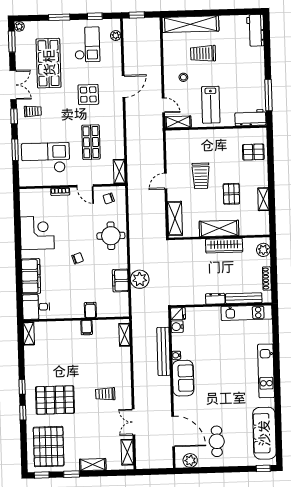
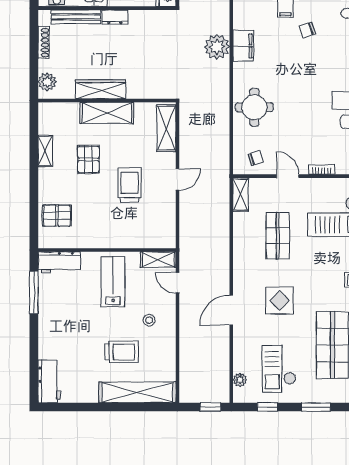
chair: (78, 258) -> (307, 30), moved

